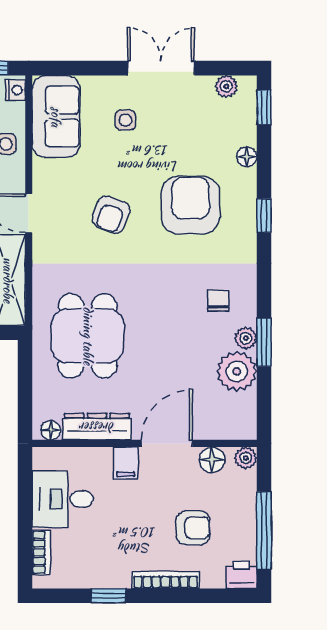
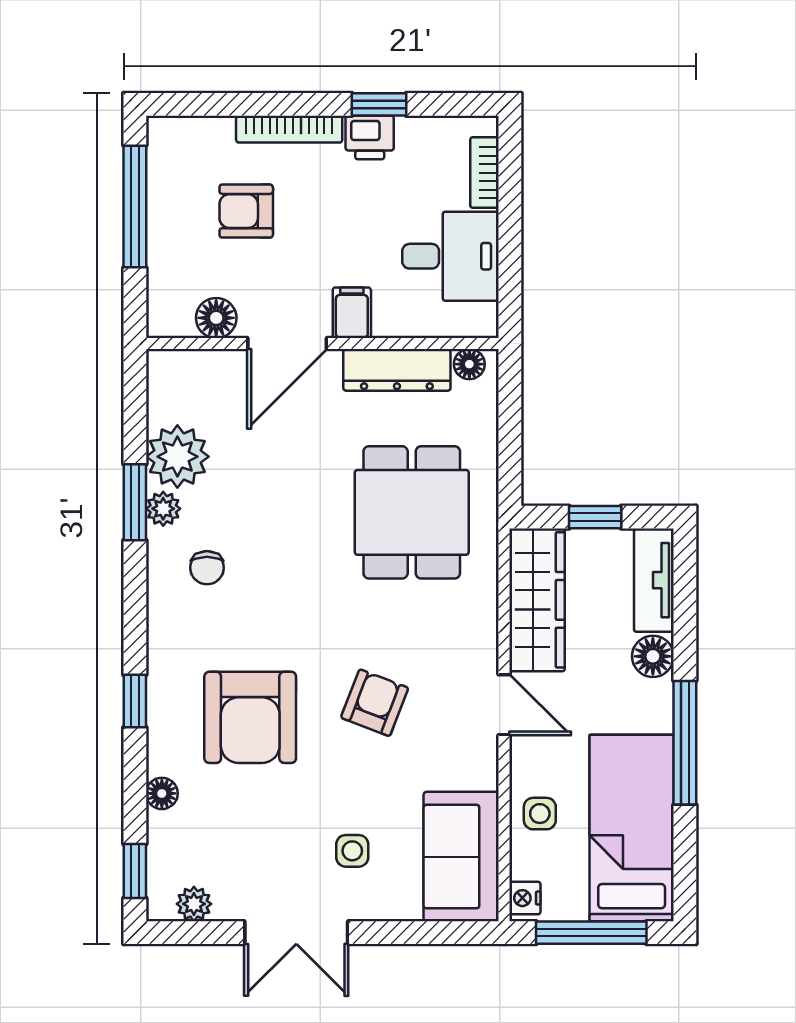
plant: (246, 458) -> (163, 321), removed
printer: (241, 575) -> (370, 137), moved

